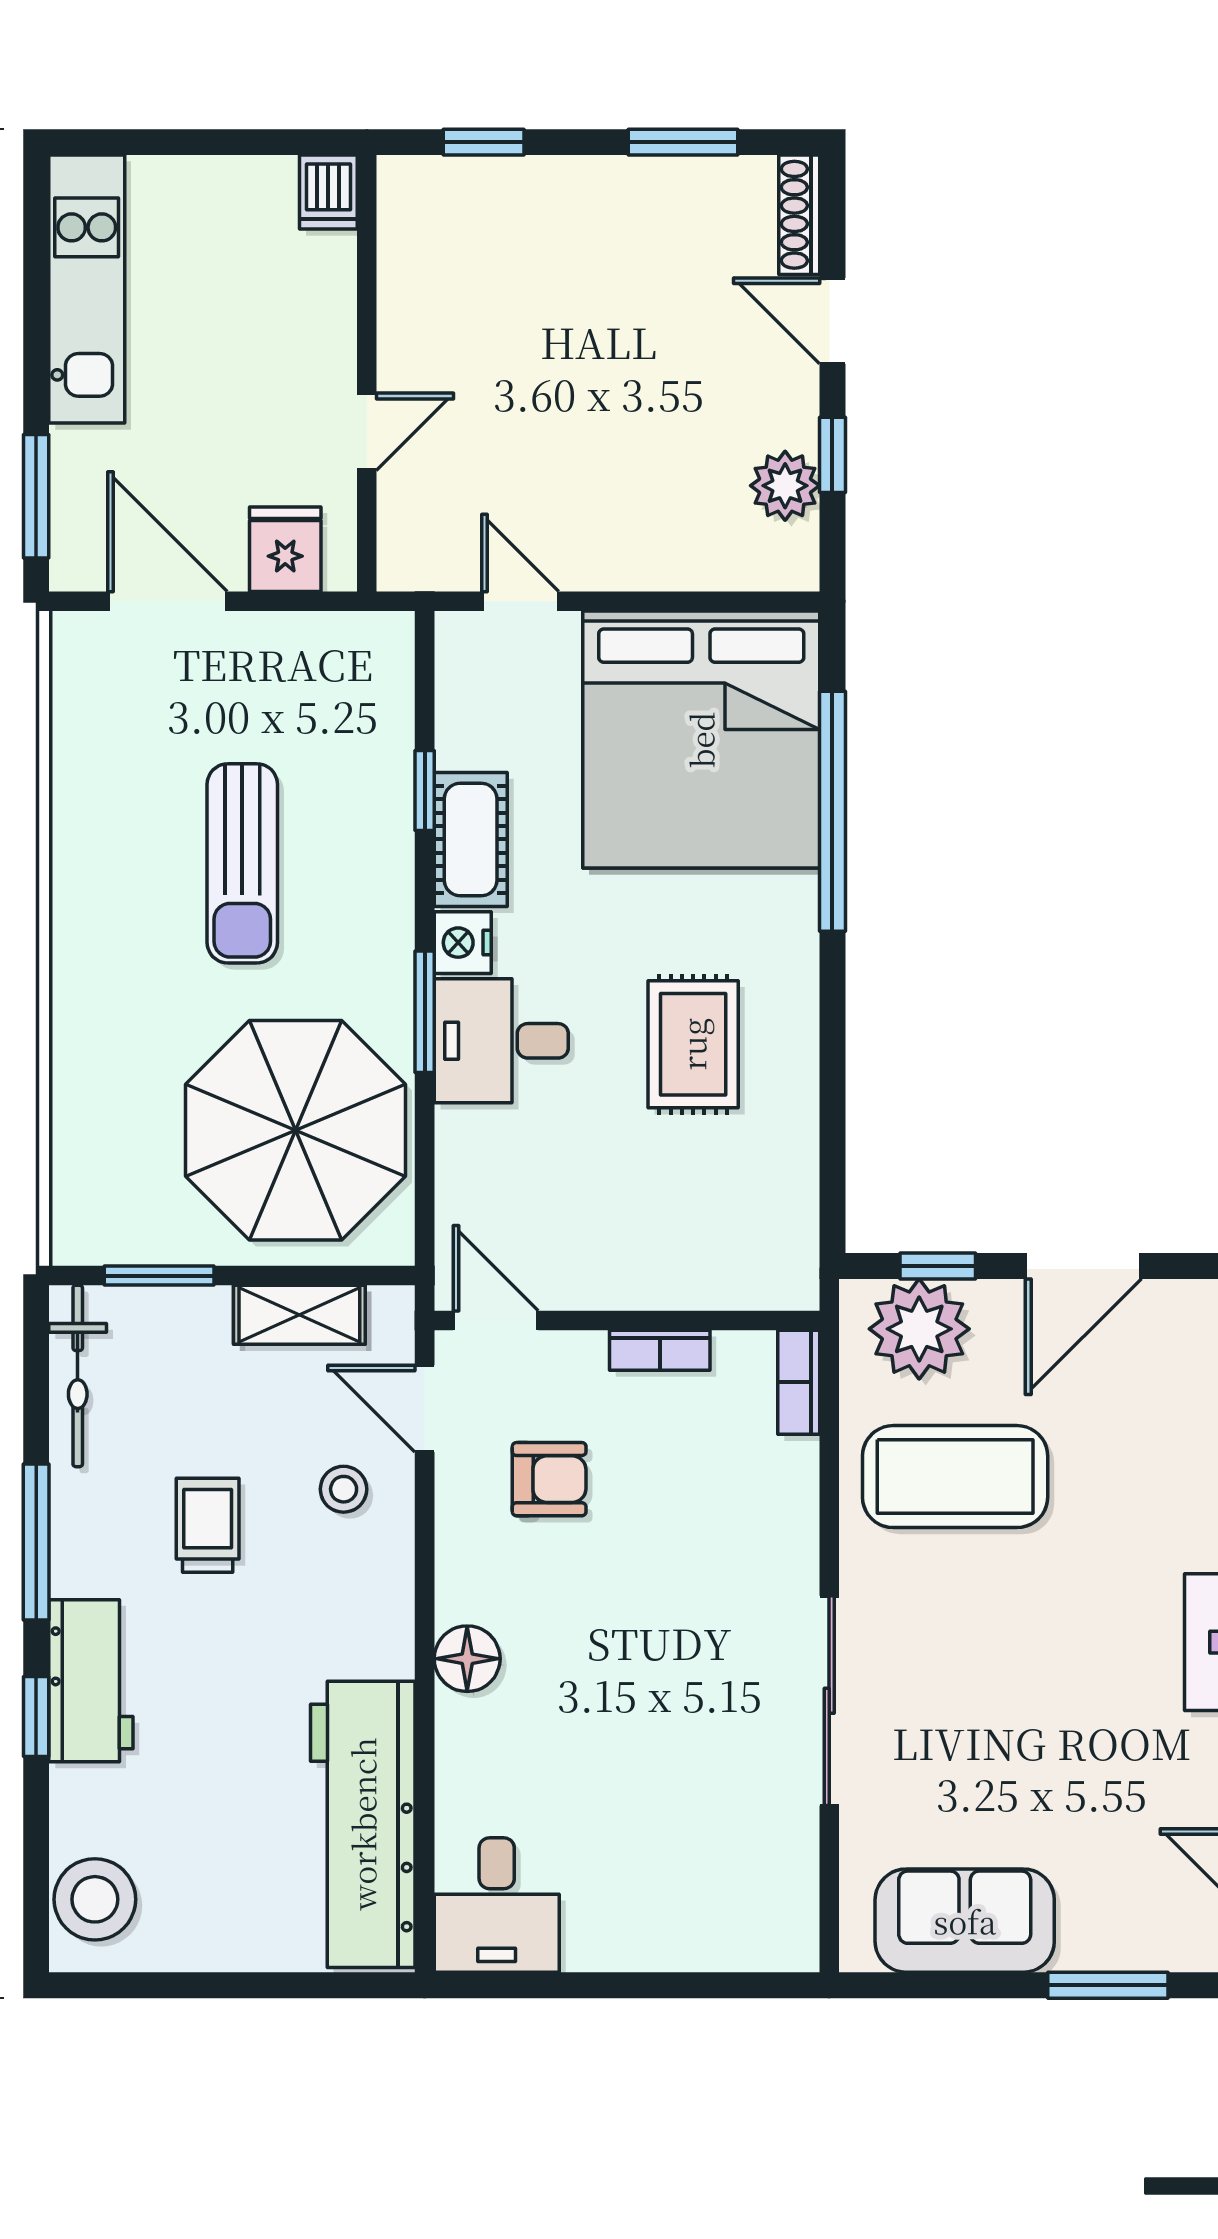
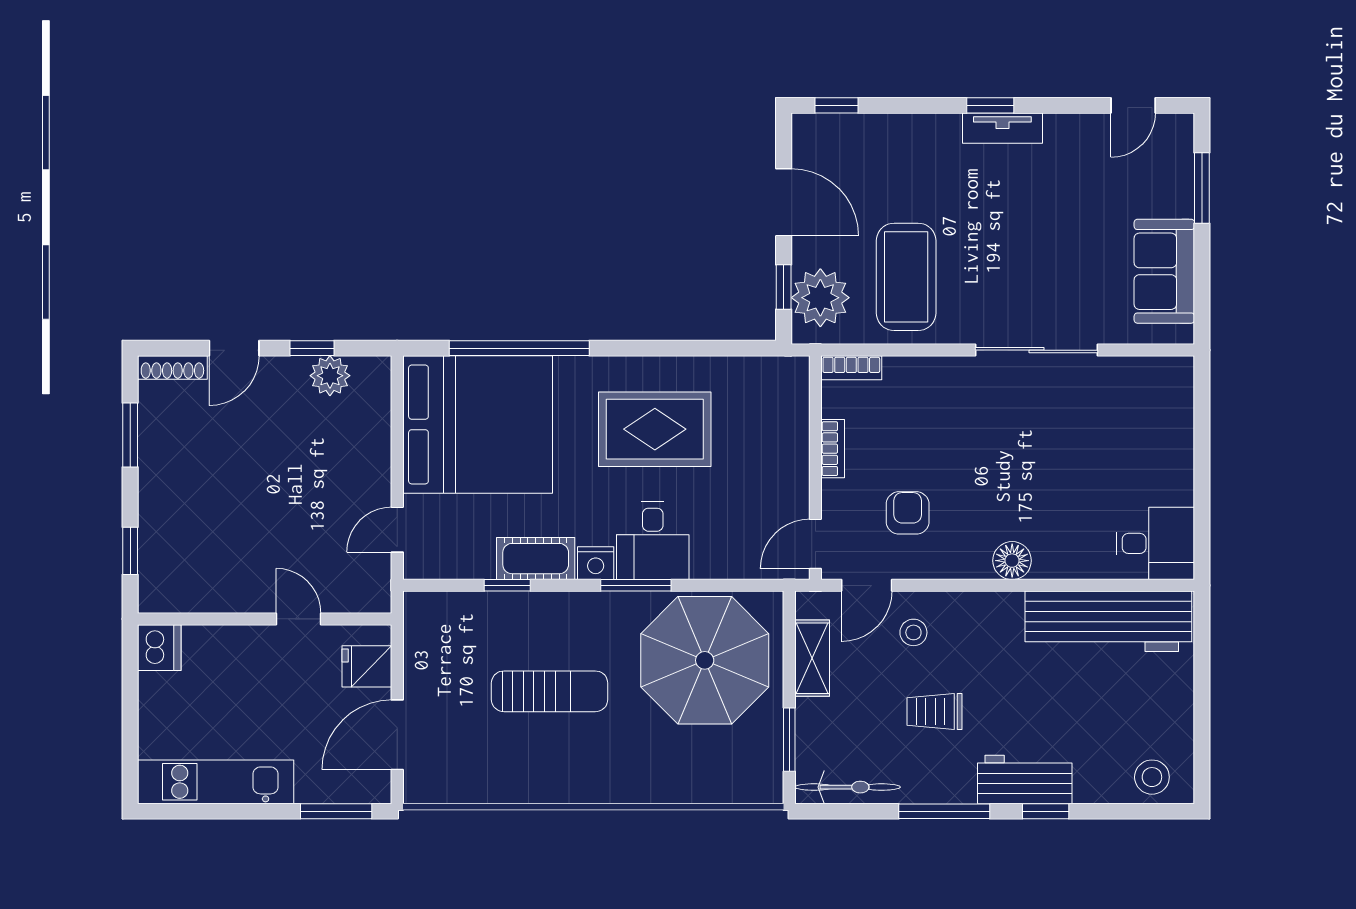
dishwasher: (328, 192) -> (159, 648), width x1.38
rug: (693, 1044) -> (655, 429), width x1.36, depth x1.43
stool: (95, 1899) -> (1152, 777), width x0.73, depth x0.73

